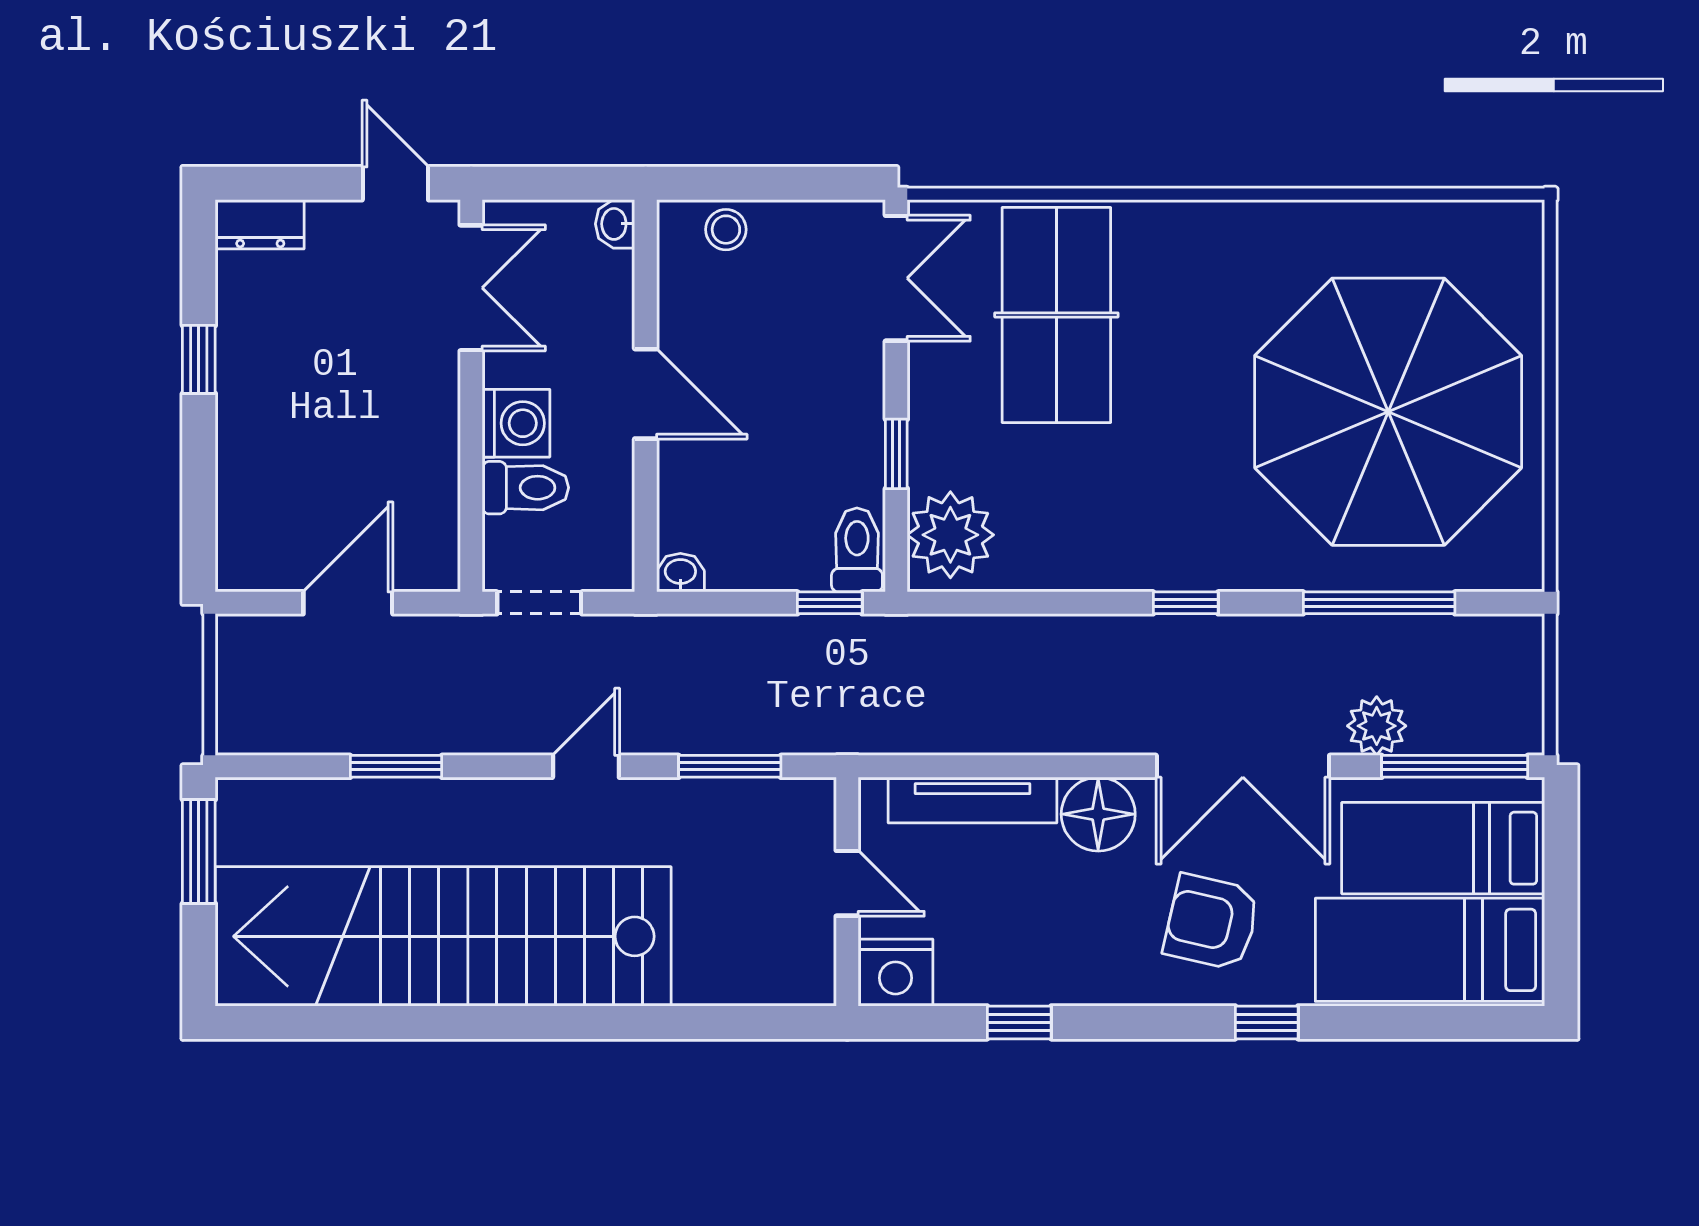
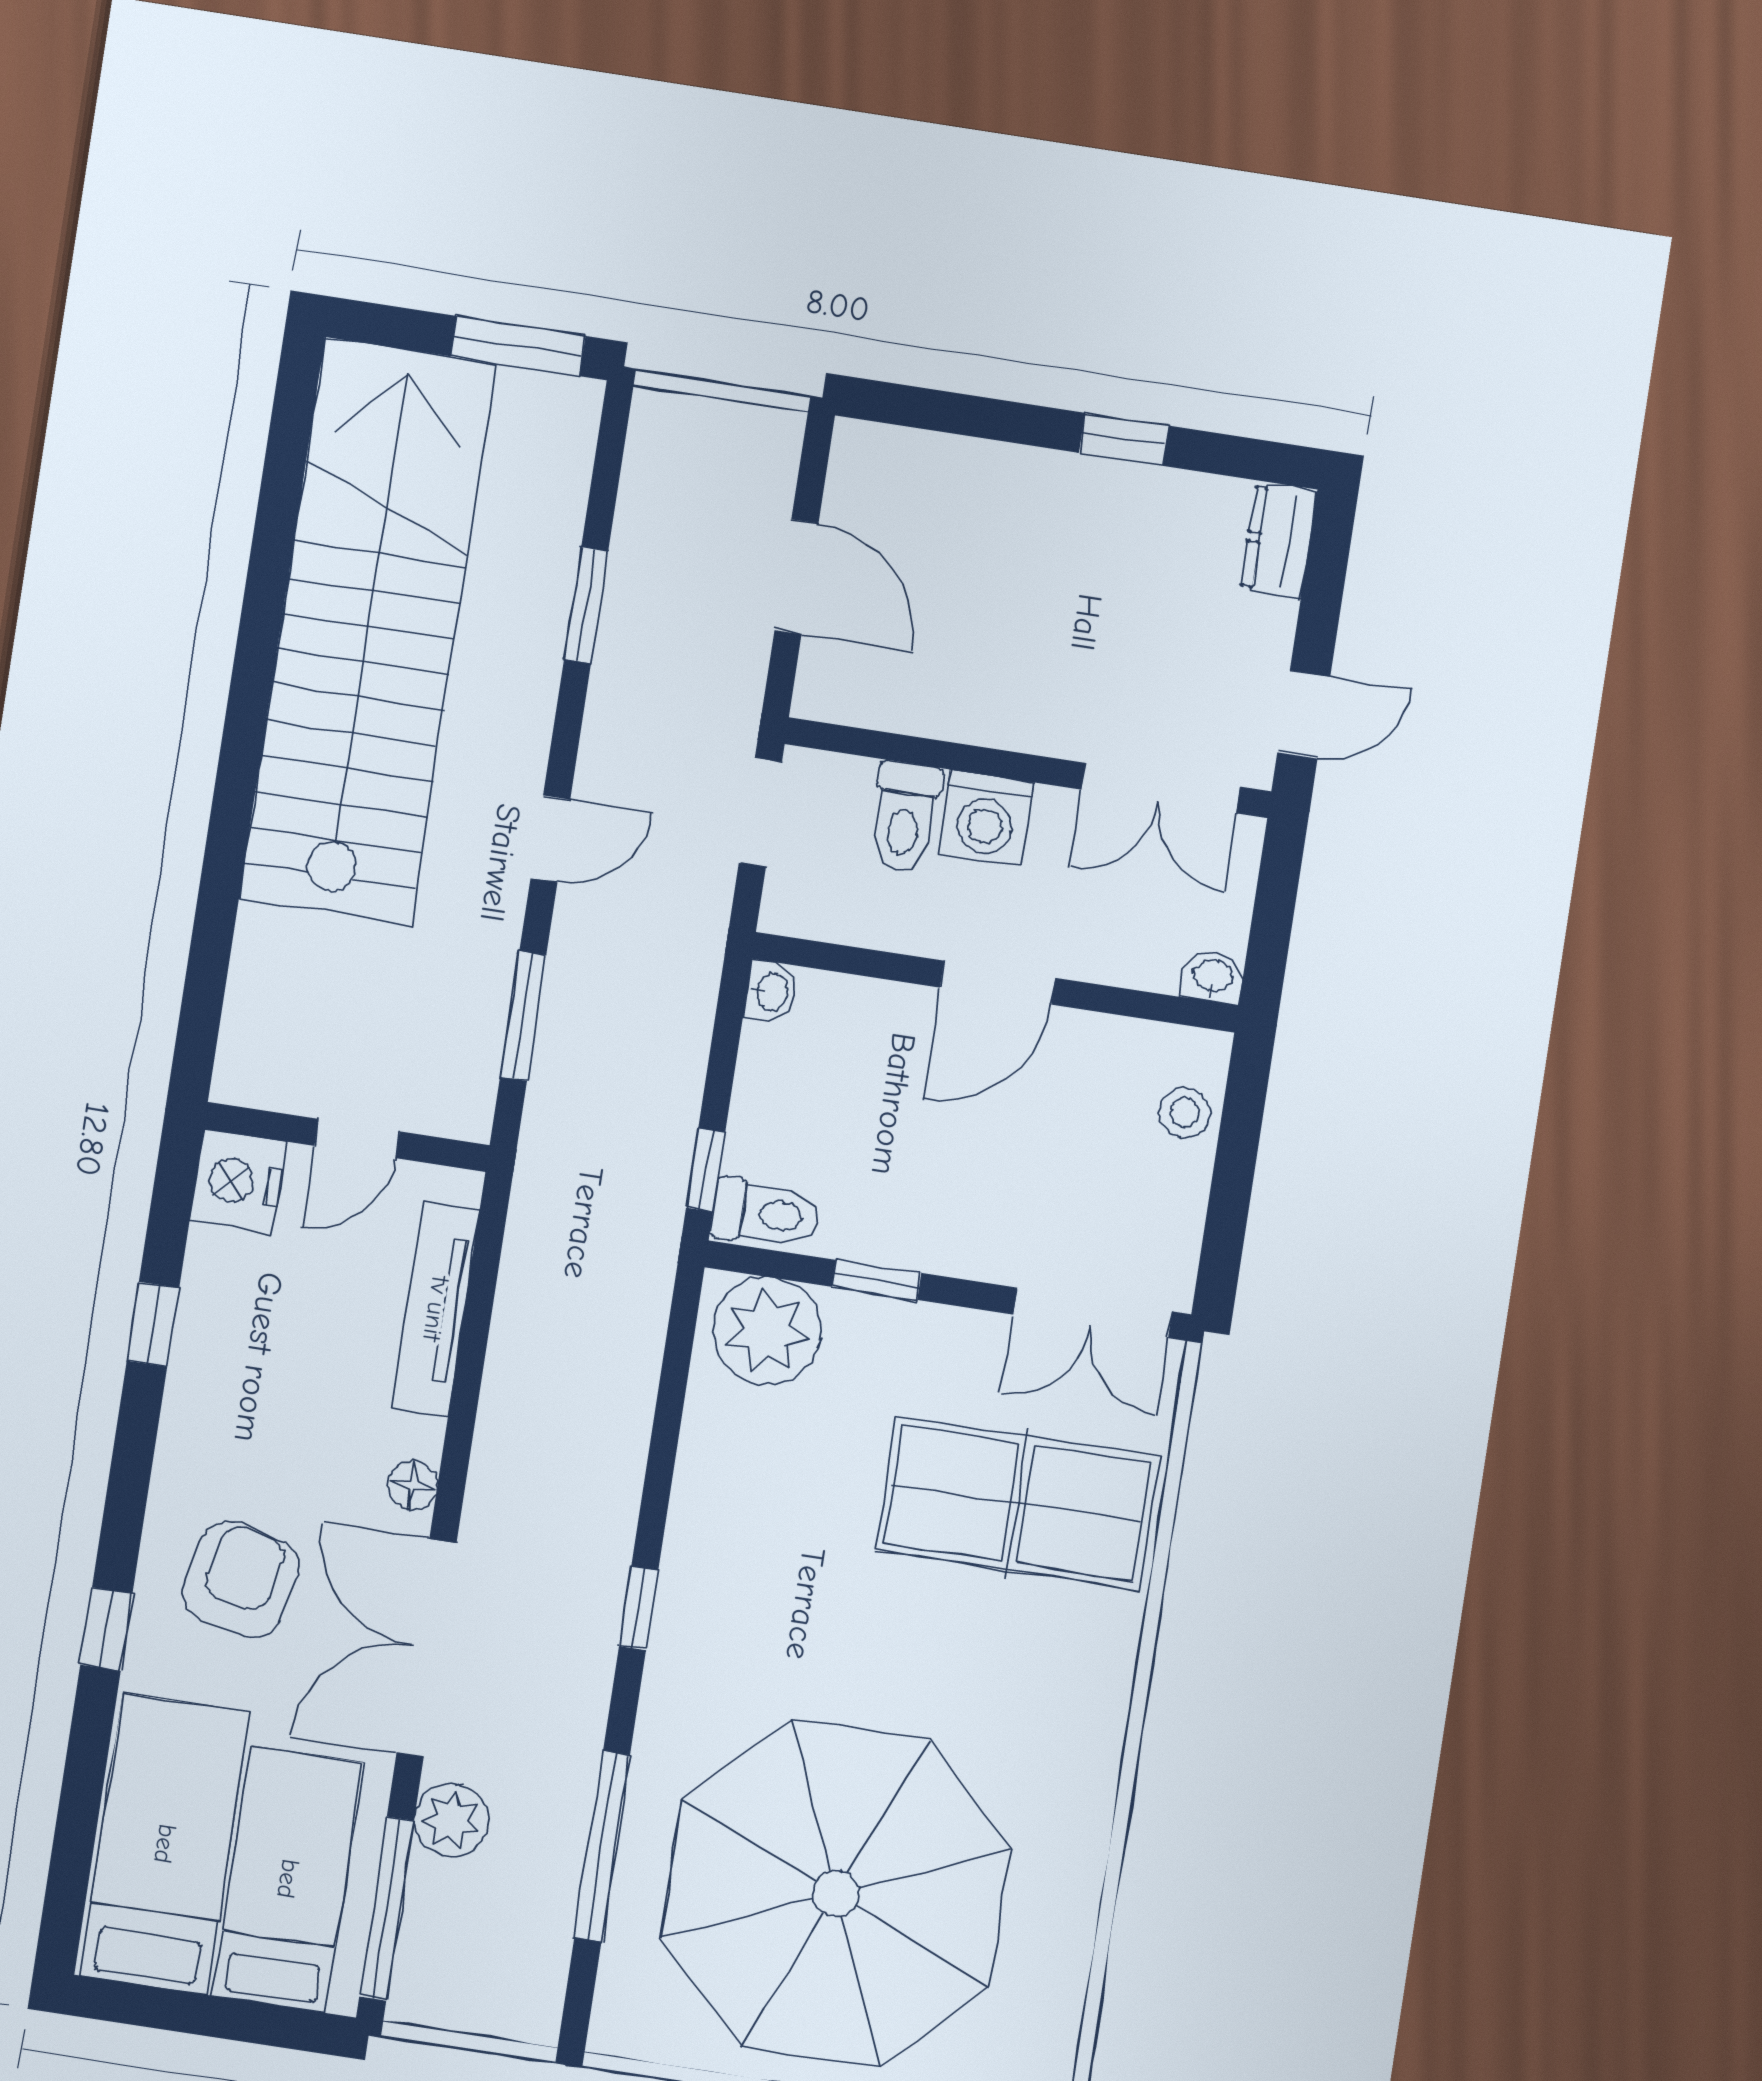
door: (586, 766) -> (550, 839), hinge flipped
floor lamp: (1098, 814) -> (413, 1485), width x0.53, depth x0.53

